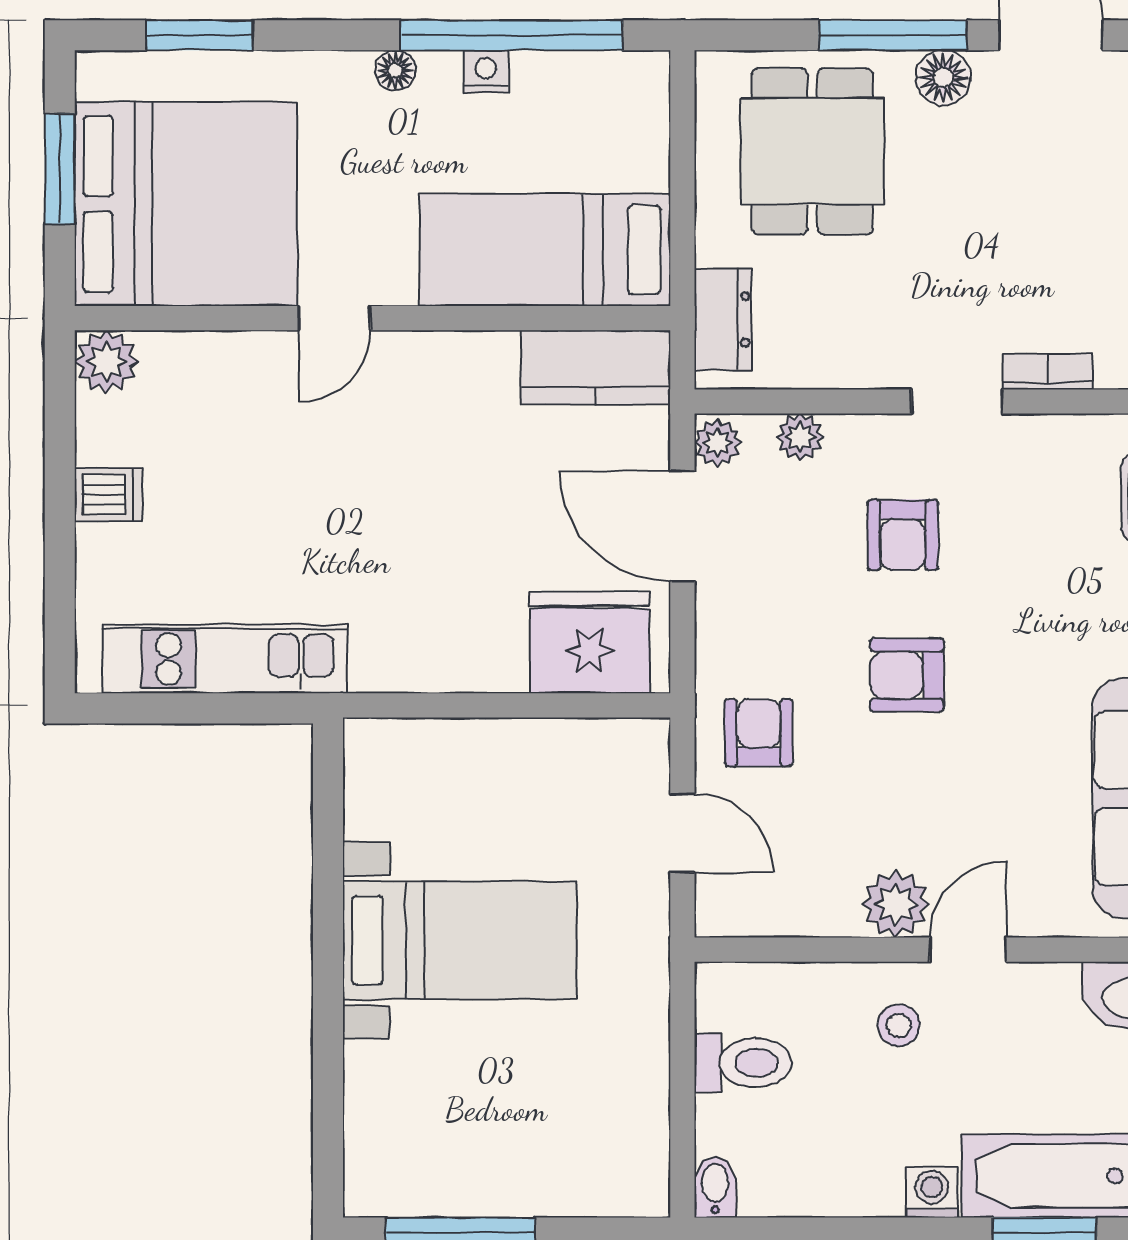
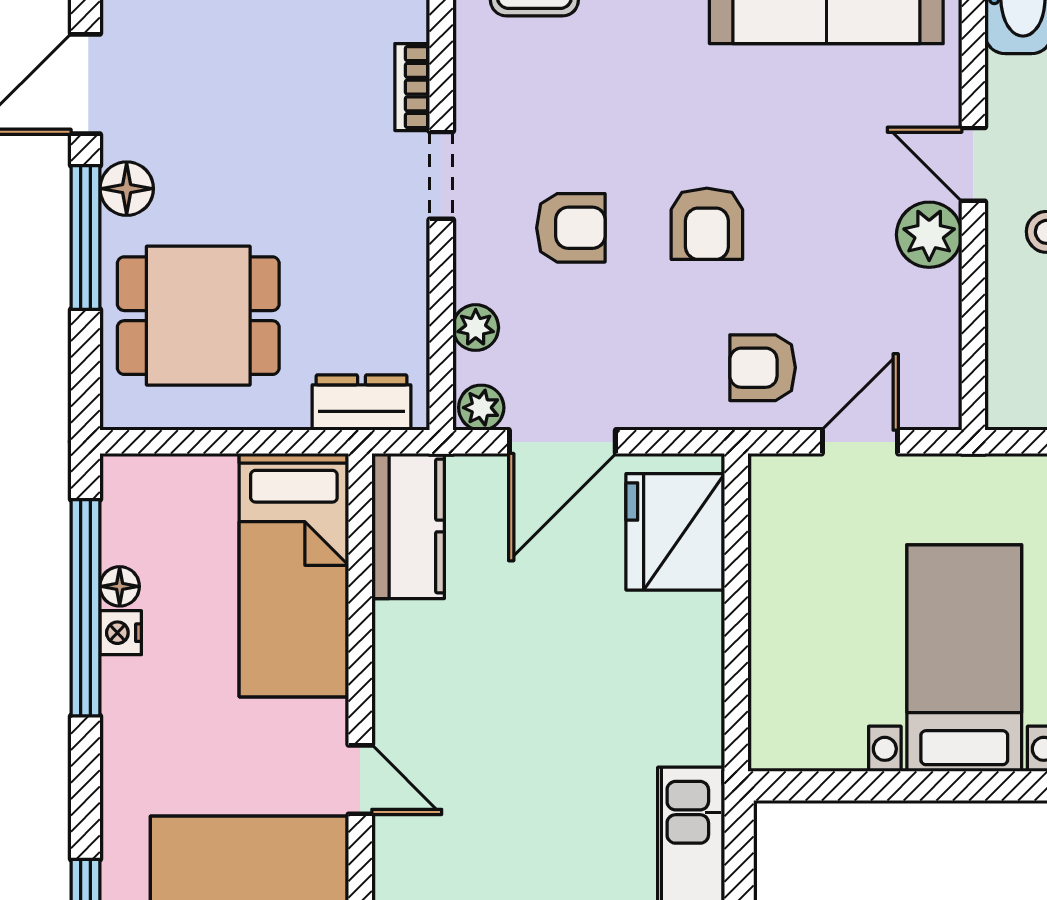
floor lamp: (395, 70) -> (120, 586), moved

